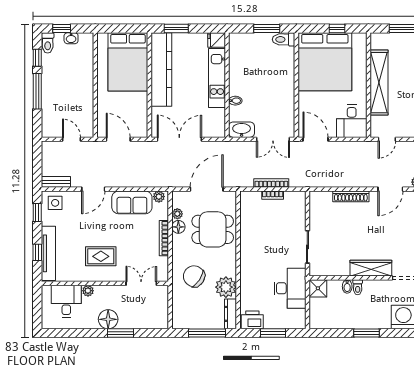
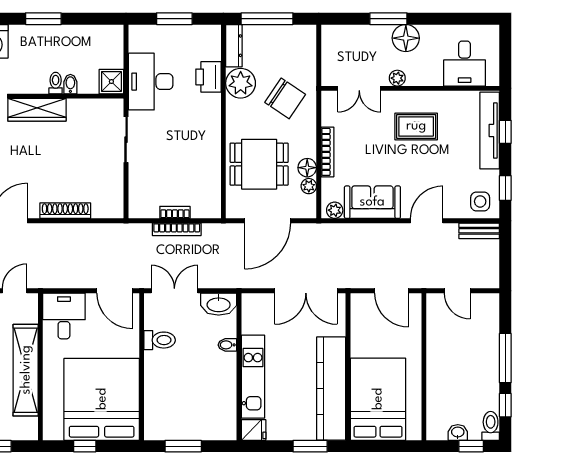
toilet: (284, 39) -> (160, 340), moved
plant: (88, 291) -> (397, 78), moved
printer: (252, 320) -> (208, 77), moved, turned 90

